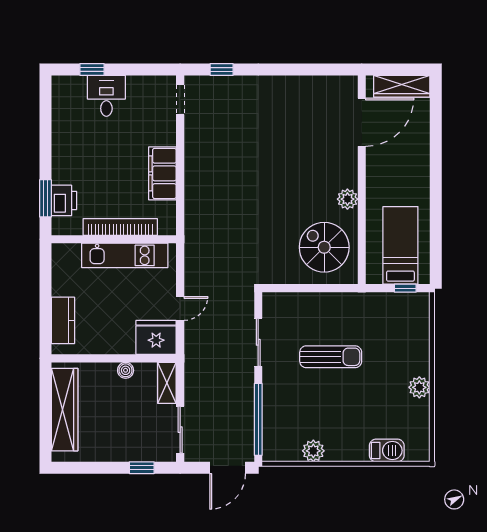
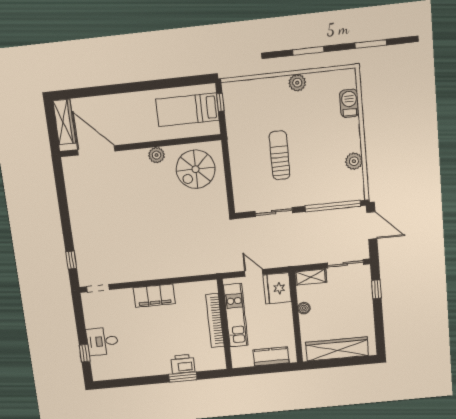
bookcase: (120, 227) -> (215, 321), moved
wall: (114, 239) -> (225, 324), moved
kitchen unit: (125, 255) -> (236, 315), moved

